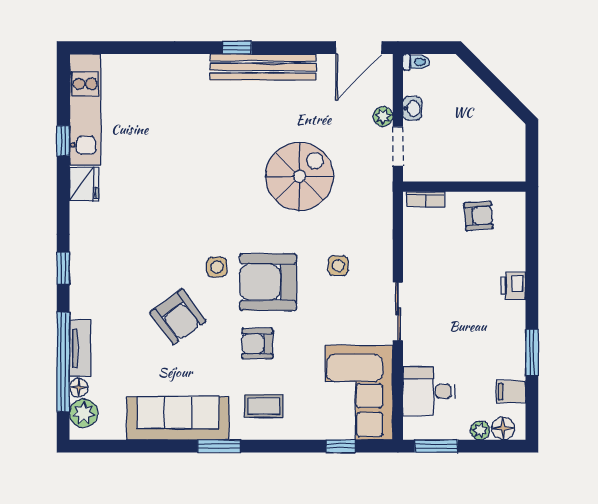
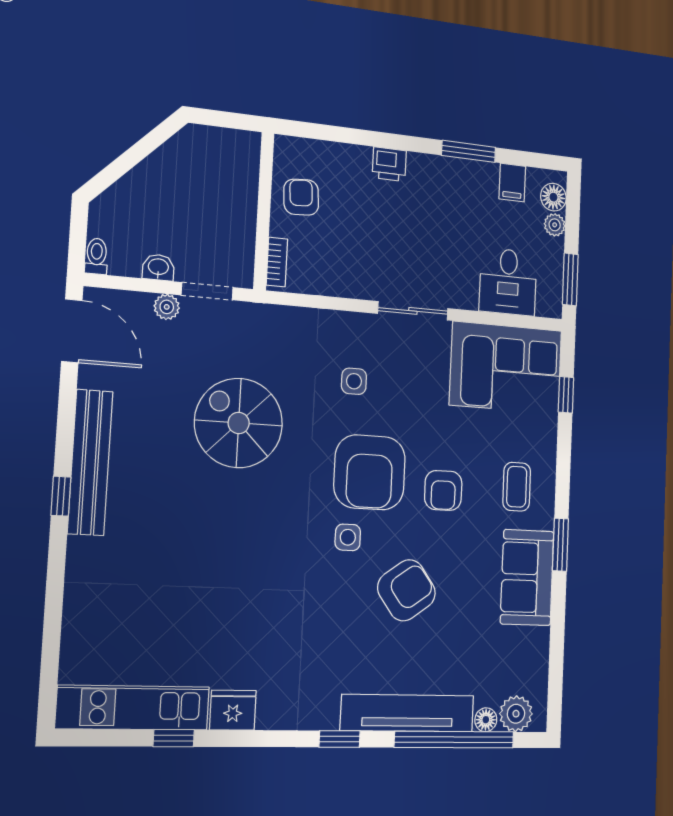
tv unit: (80, 348) -> (408, 713), width x1.92, depth x1.29
sofa: (178, 418) -> (527, 577), width x0.73

